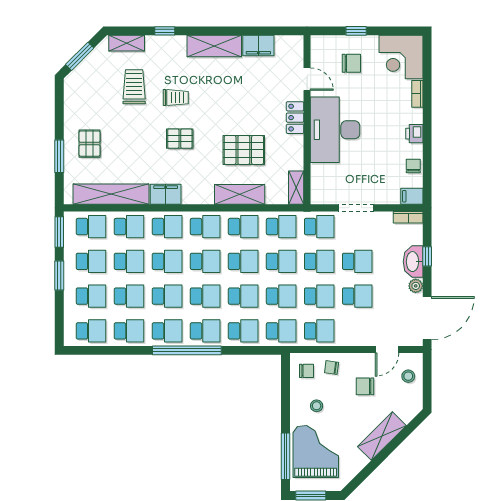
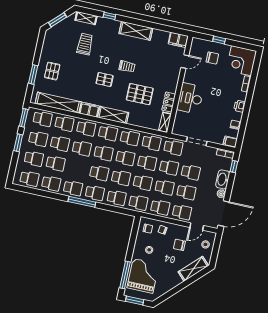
filing cabinet: (258, 46) -> (178, 40), moved
door: (307, 79) -> (185, 61), hinge flipped
trolley: (176, 98) -> (127, 66), moved
locker: (295, 118) -> (169, 102), moved
desk: (335, 130) -> (190, 98), width x0.73, depth x0.77
shelving: (240, 194) -> (113, 115), moved
window: (427, 256) -> (234, 166), moved
school desk: (167, 296) -> (182, 212), moved
window: (187, 350) -> (82, 202), width x0.68
shelving: (382, 436) -> (193, 269), moved

